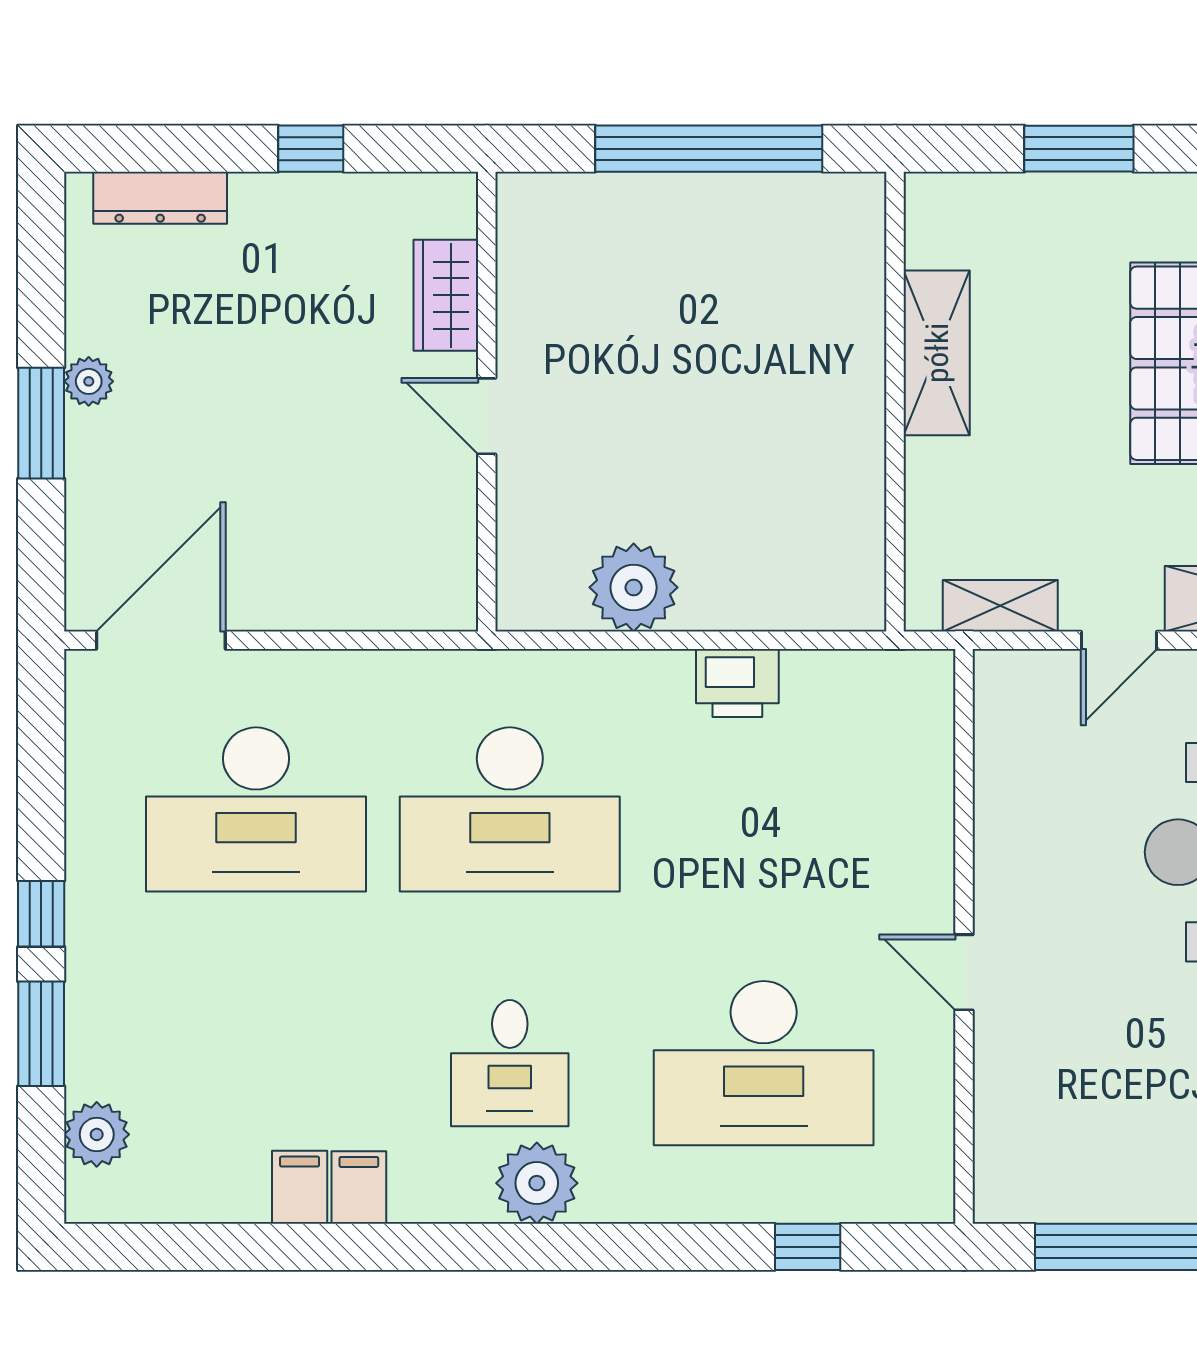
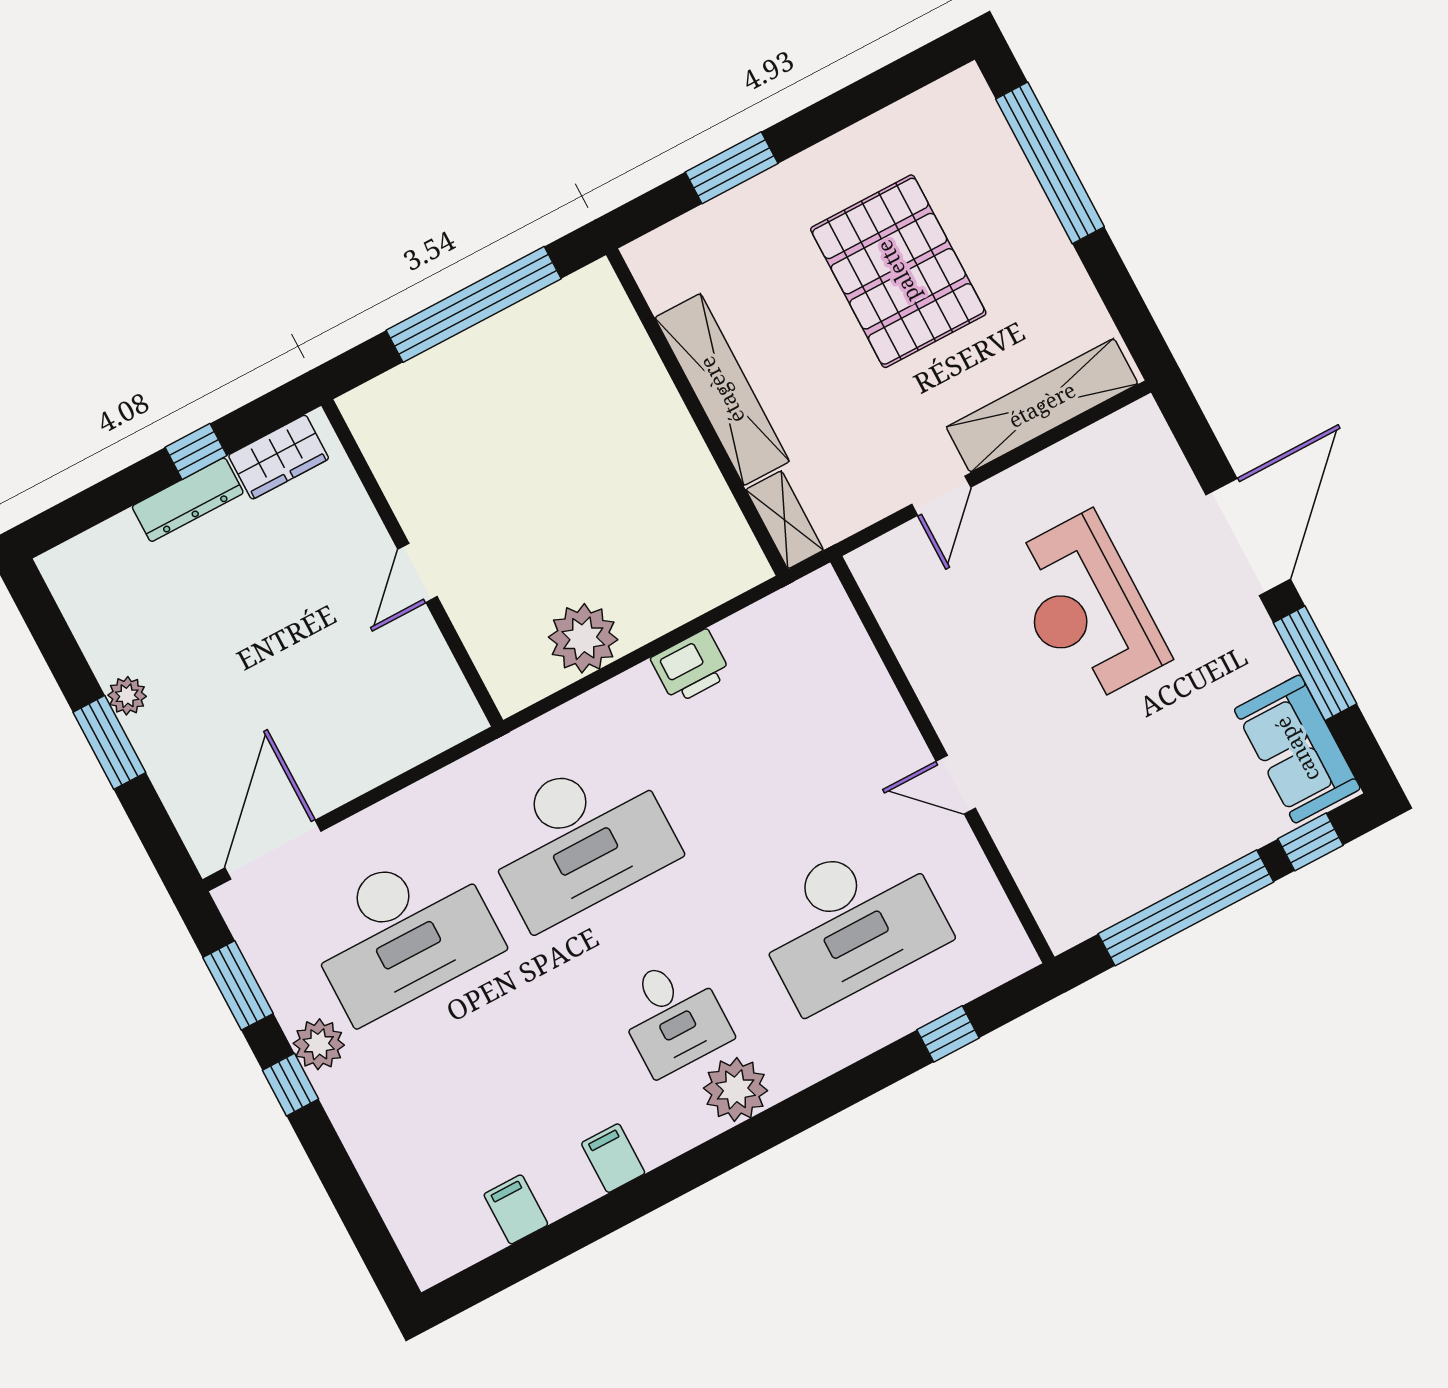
dresser: (160, 198) -> (188, 500), moved
wardrobe: (446, 295) -> (279, 457), moved, turned -90
shelving: (937, 353) -> (722, 390), width x1.47
door: (487, 416) -> (418, 573), hinge flipped
shelving: (1000, 606) -> (785, 520), moved, turned 90
window: (41, 1034) -> (238, 985), moved
plant: (97, 1134) -> (319, 1044), moved
filing cabinet: (300, 1187) -> (516, 1209), moved

